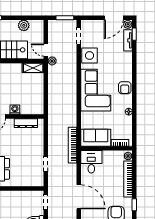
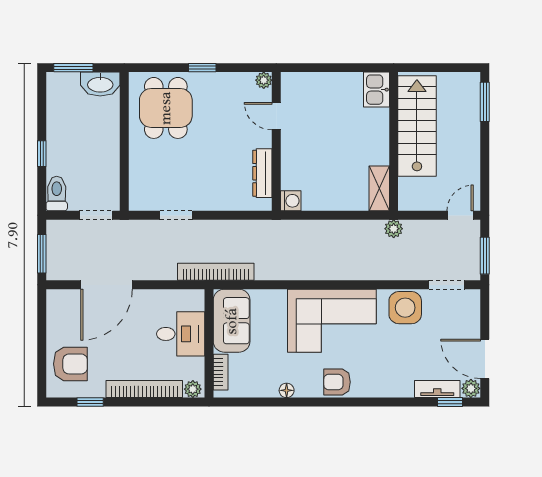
plant: (24, 25) -> (469, 169), removed
door: (46, 50) -> (460, 215), moved
washing machine: (15, 110) -> (291, 201), moved
desk: (91, 162) -> (181, 334), moved

